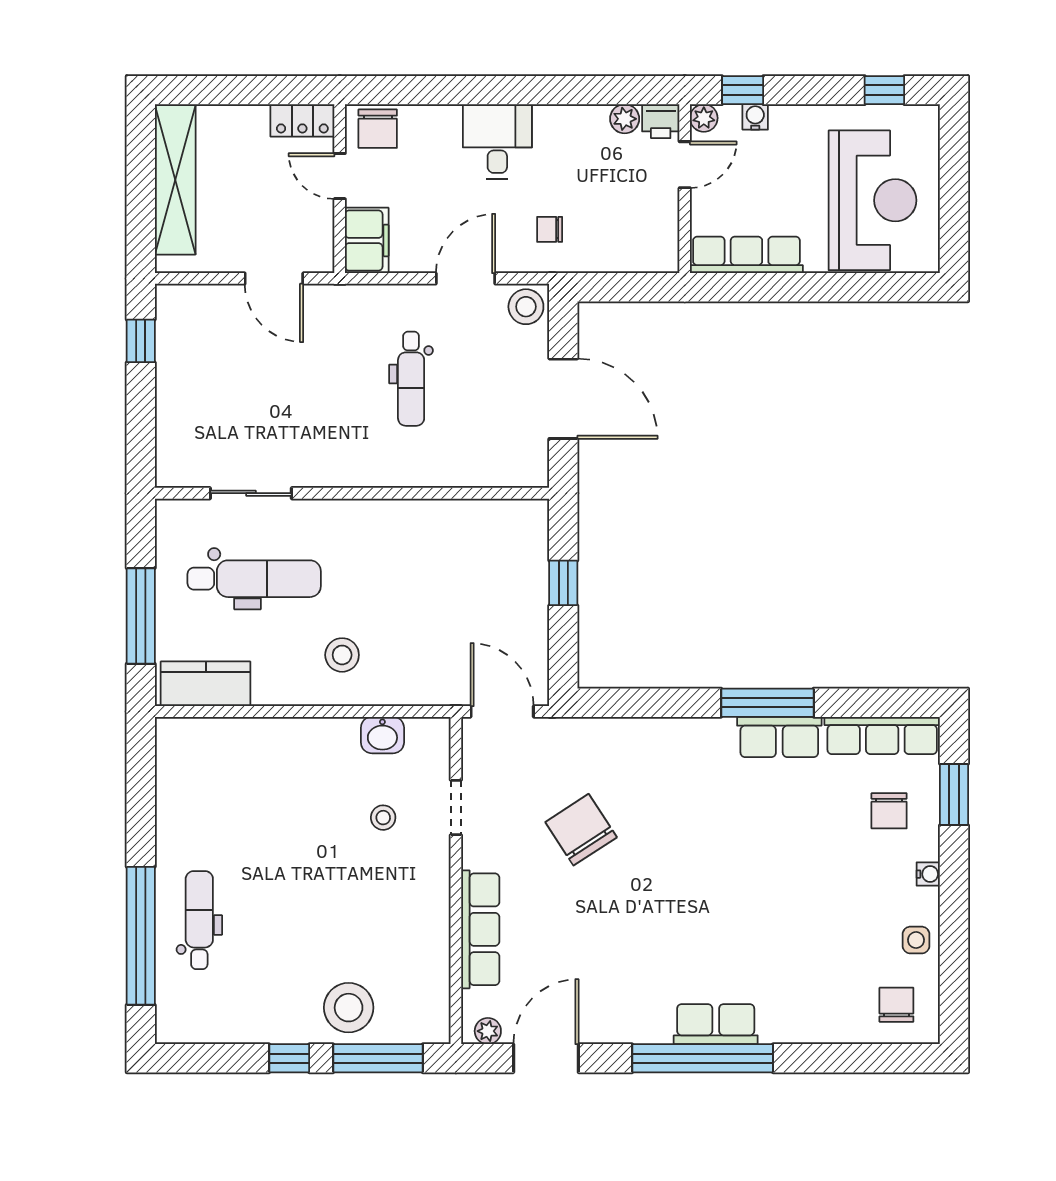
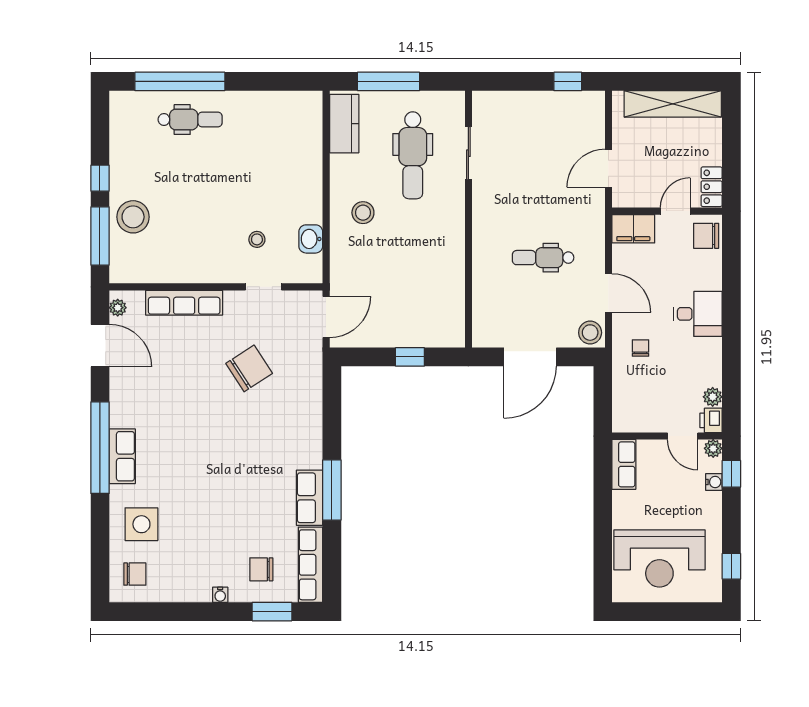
row of seats: (746, 255) -> (624, 464), width x0.68
side table: (916, 940) -> (141, 524), moved, width x1.87, depth x1.87

